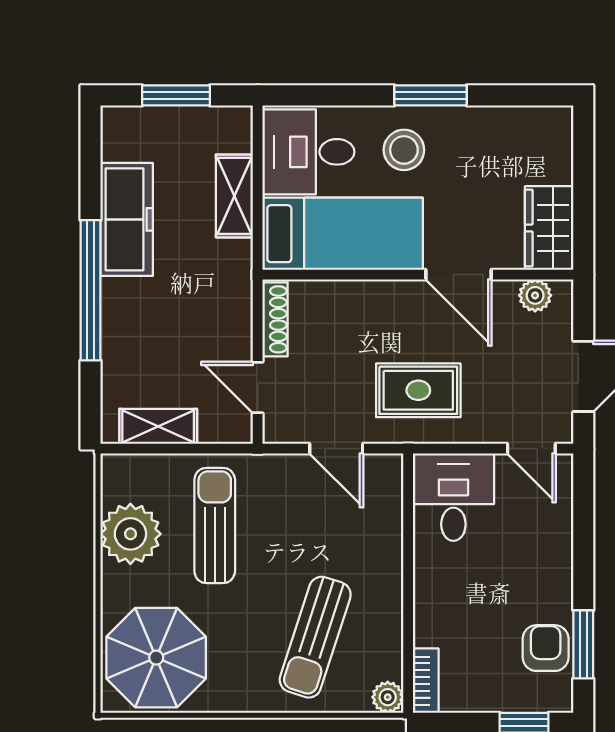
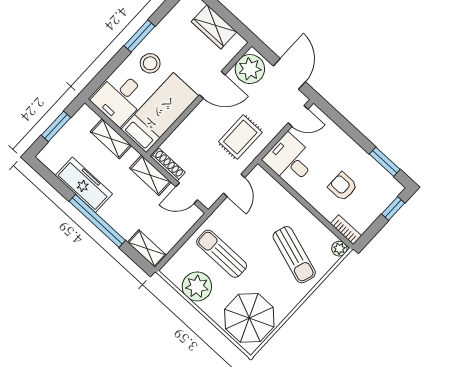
wardrobe: (549, 228) -> (214, 27), moved
plant: (535, 295) -> (250, 69), width x1.88, depth x1.88
shelving: (234, 307) -> (150, 175), added
shelving: (158, 426) -> (147, 249), moved, turned 90
door: (336, 449) -> (234, 185), hinge flipped
armchair: (546, 648) -> (343, 187), moved

